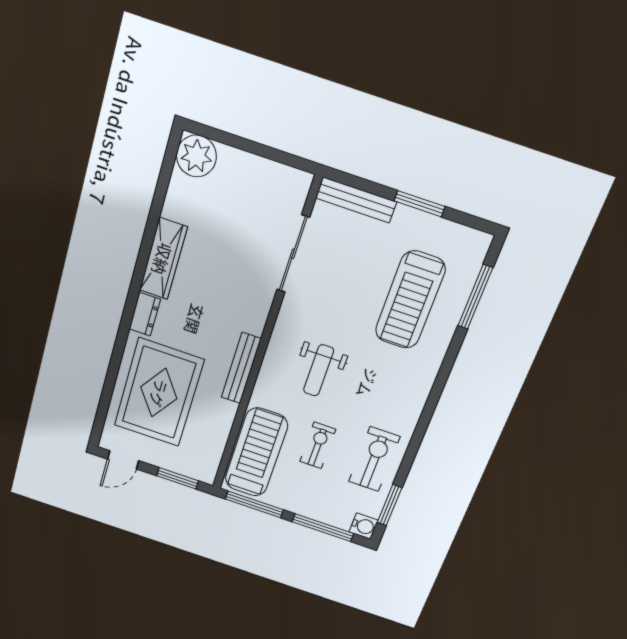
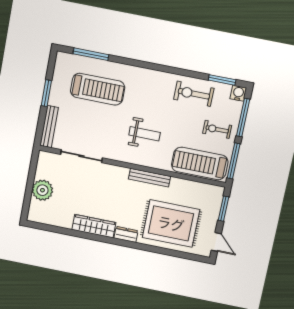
plant: (196, 156) -> (42, 190), moved
exercise bike: (318, 445) -> (217, 129), moved

